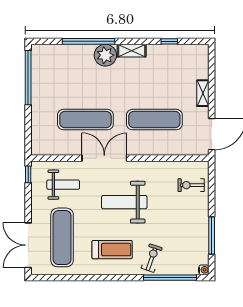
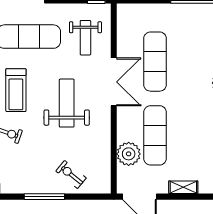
plant: (172, 144) -> (129, 154), added
exercise bike: (191, 185) -> (71, 174), moved, turned -51
window: (212, 236) -> (44, 197), moved

